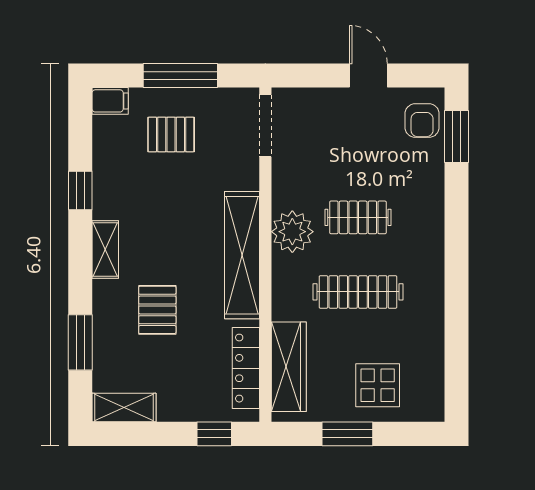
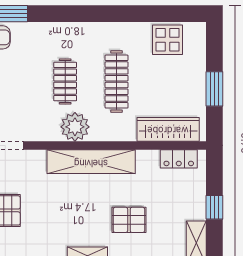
locker: (246, 368) -> (179, 159), width x0.66
display table: (378, 385) -> (168, 40), moved
window: (214, 434) -> (214, 207), moved

